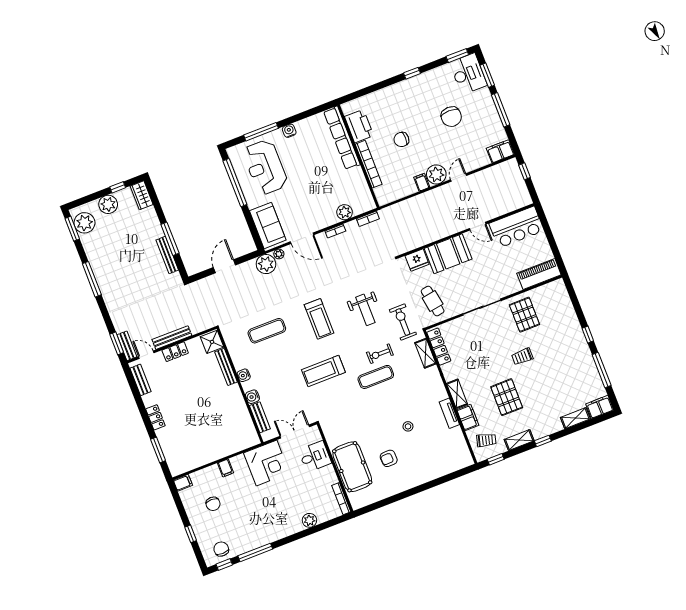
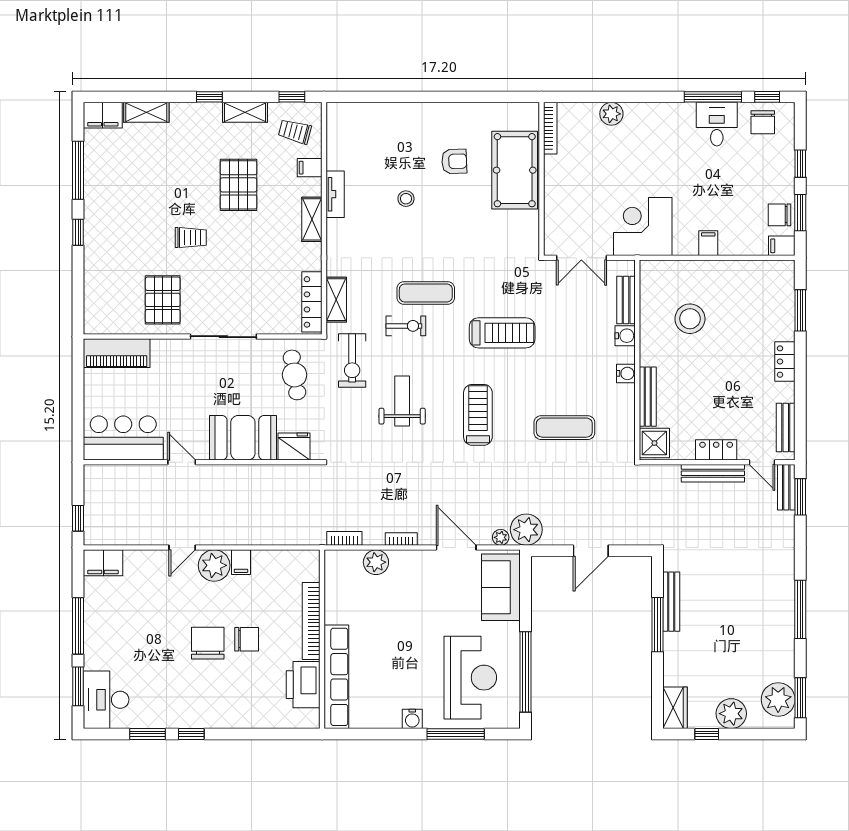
window: (457, 56) -> (148, 734), moved
chair: (451, 117) -> (208, 643), moved
filing cabinet: (468, 417) -> (310, 168), width x0.50
stool: (219, 421) -> (690, 319), added
desk: (315, 456) -> (717, 124), moved, turned 90
chair: (213, 504) -> (779, 215), moved, turned -90
window: (180, 506) -> (800, 213), added

